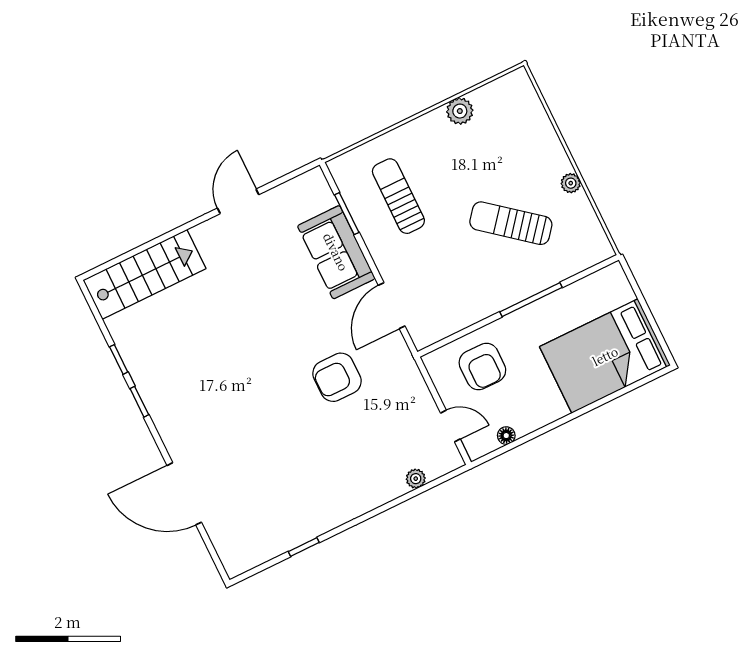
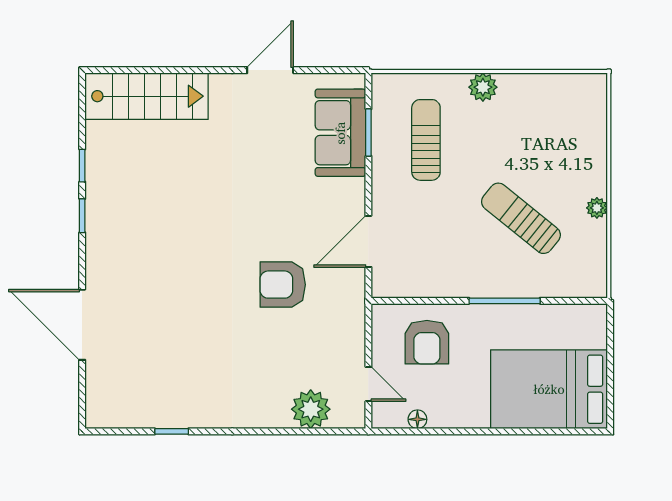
plant: (460, 111) -> (483, 87), moved
sofa: (336, 252) -> (340, 133), moved
plant: (416, 479) -> (311, 409), width x1.87, depth x1.87

